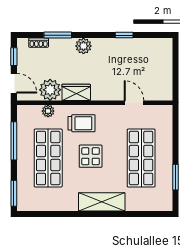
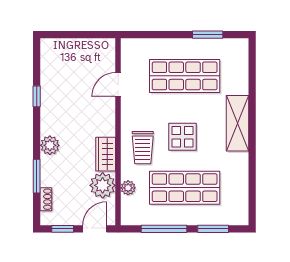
trolley: (82, 123) -> (143, 148), turned 180
window: (14, 193) -> (213, 229), moved

